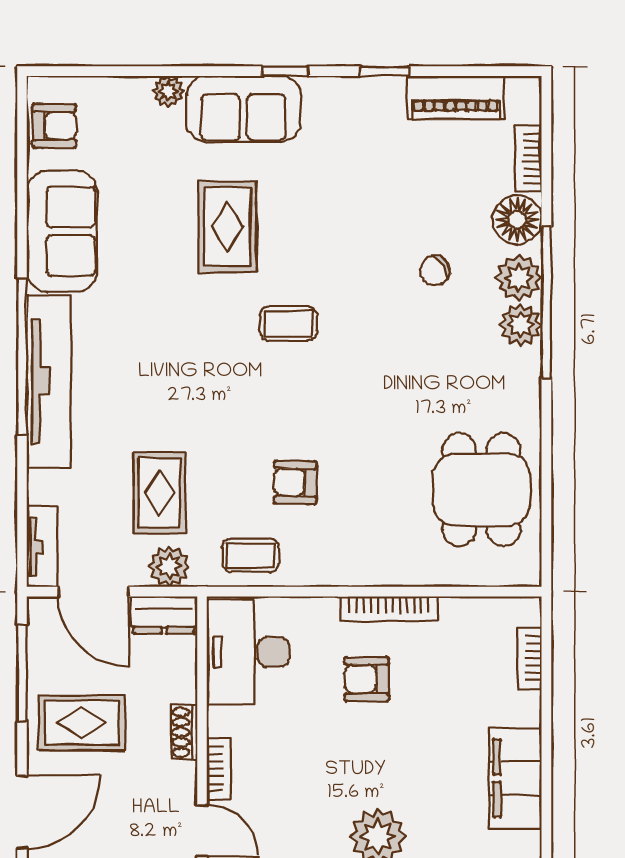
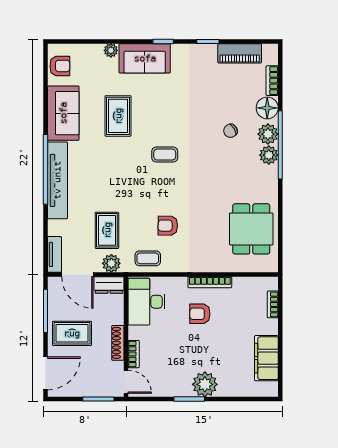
rug: (228, 227) -> (118, 116), moved
shoe rack: (184, 732) -> (118, 343), width x1.43

